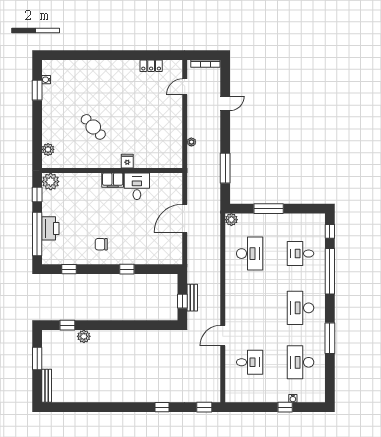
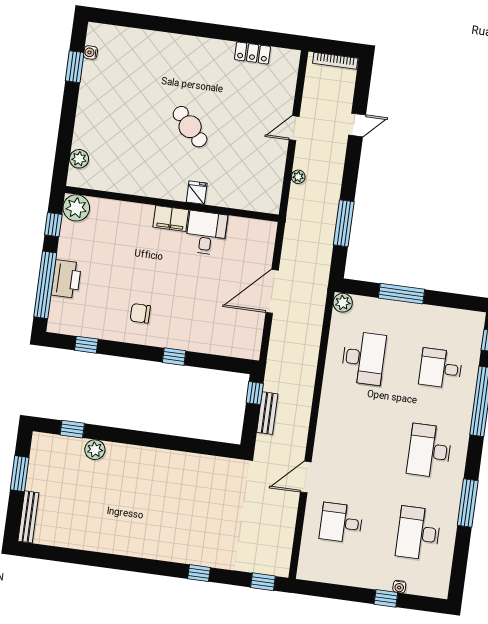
door: (185, 87) -> (294, 128), moved
cafe table: (93, 127) -> (190, 127), moved
window: (182, 301) -> (255, 393), moved
desk: (250, 362) -> (341, 523), turned 180

